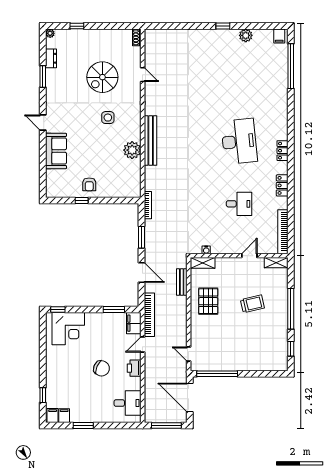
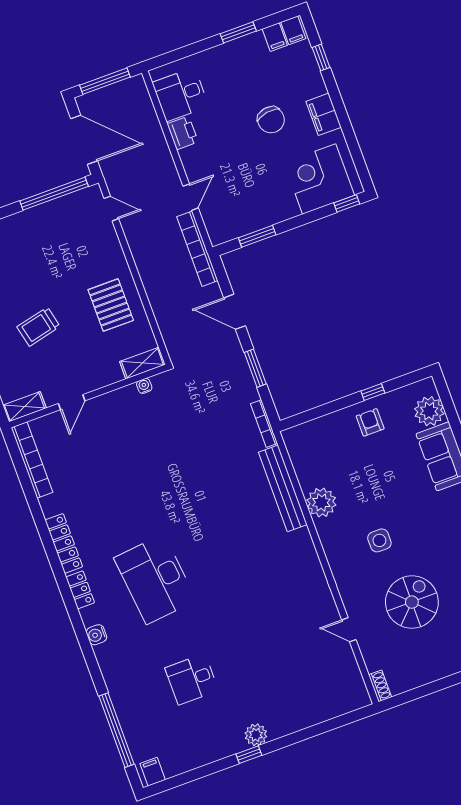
plant: (246, 35) -> (256, 735), moved
water cooler: (283, 123) -> (96, 635), added
bench: (151, 140) -> (283, 488), moved
plant: (54, 179) -> (429, 411), added
locker: (282, 185) -> (64, 543), width x1.53
desk: (239, 204) -> (192, 679), moved
bench: (182, 282) -> (165, 320), removed
filing cabinet: (134, 323) -> (324, 114), moved, turned 180
chair: (102, 368) -> (271, 120), moved, turned -122
printer: (134, 368) -> (183, 133), moved

